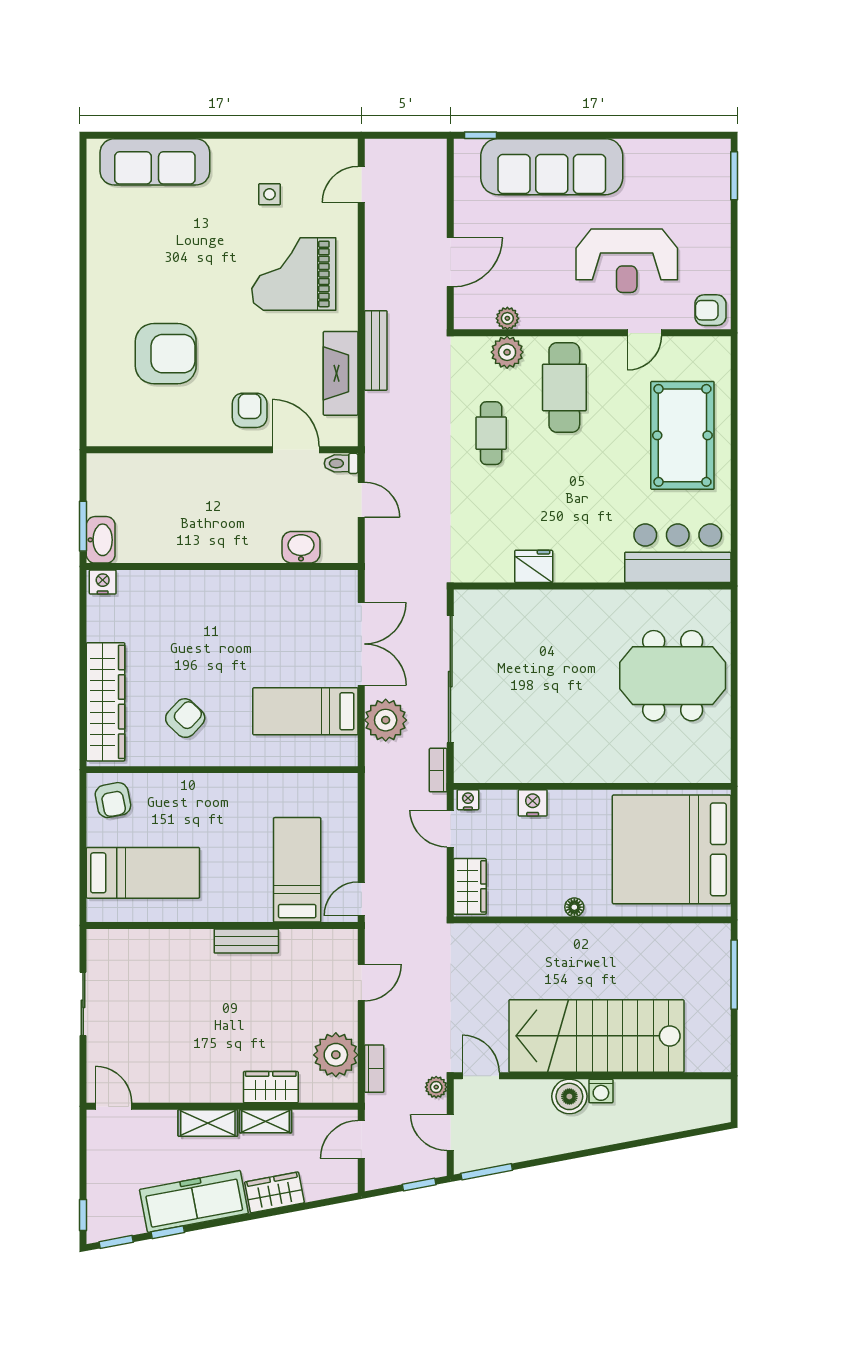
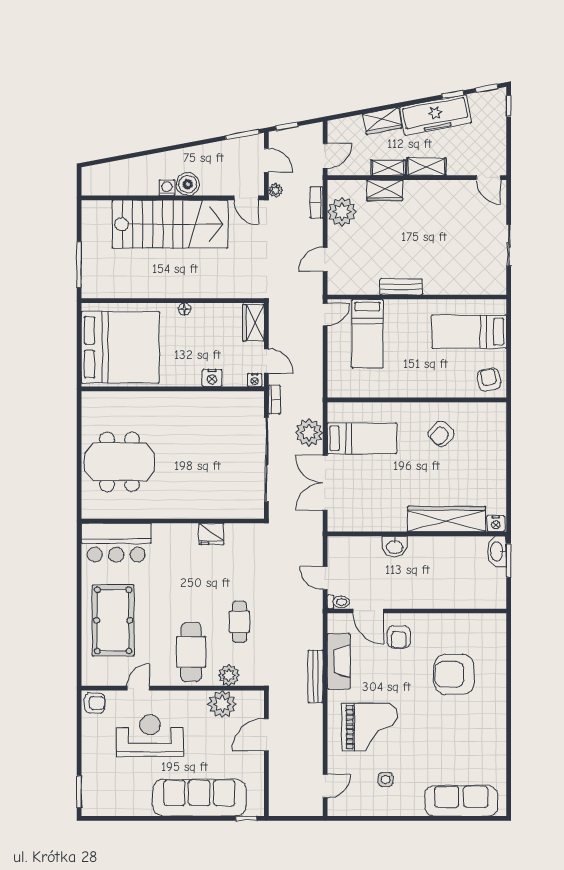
plant: (507, 318) -> (222, 704), width x1.88, depth x1.88
washbasin: (301, 547) -> (395, 547), moved
wardrobe: (106, 702) -> (446, 519), moved, turned 90

